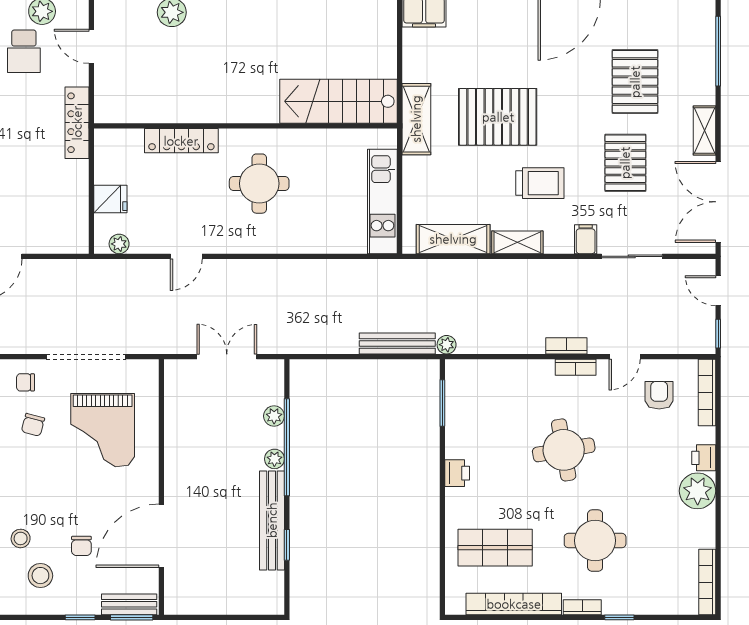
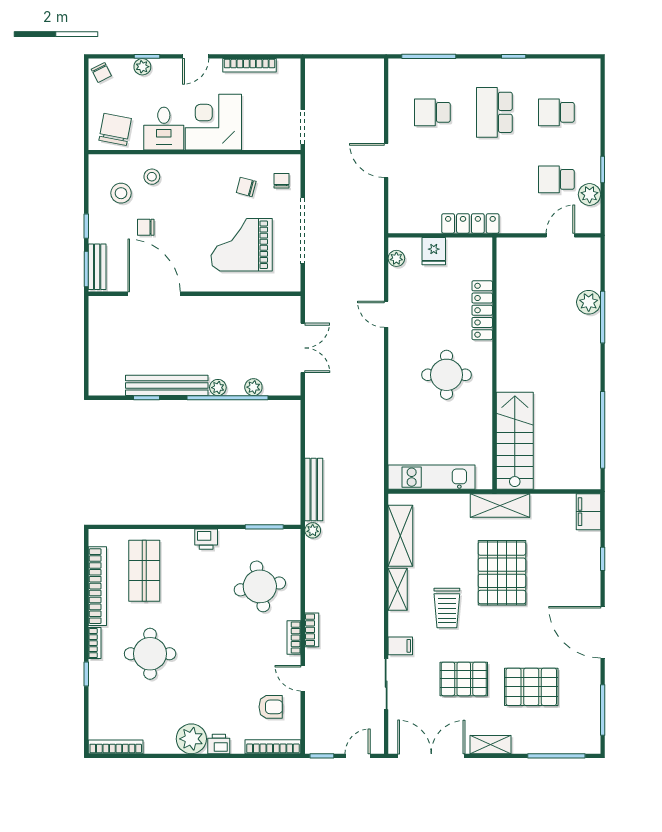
locker: (77, 123) -> (470, 223), moved
round table: (564, 450) -> (260, 586), moved

